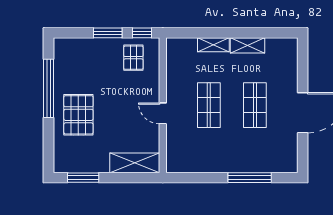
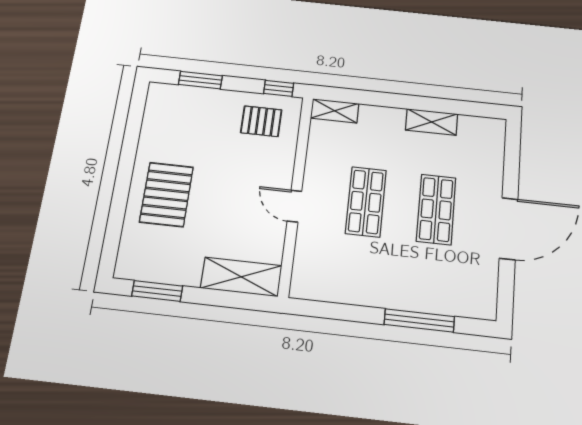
window: (108, 33) -> (200, 80), moved
shelving: (213, 45) -> (335, 111), moved
pallet: (133, 58) -> (261, 121), turned 90
window: (49, 88) -> (129, 151), removed

